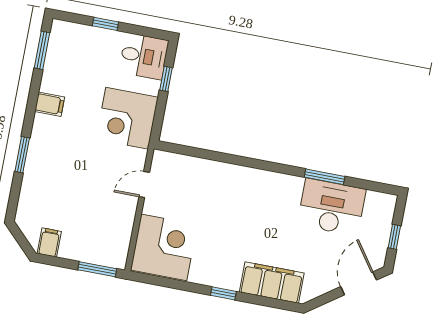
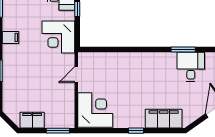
desk: (332, 207) -> (191, 67), width x0.73
filing cabinet: (49, 242) -> (32, 120), width x2.00

